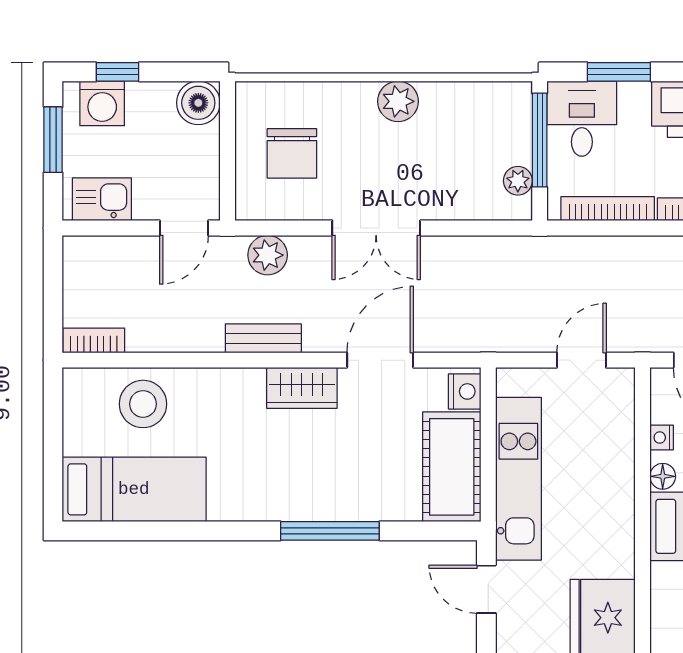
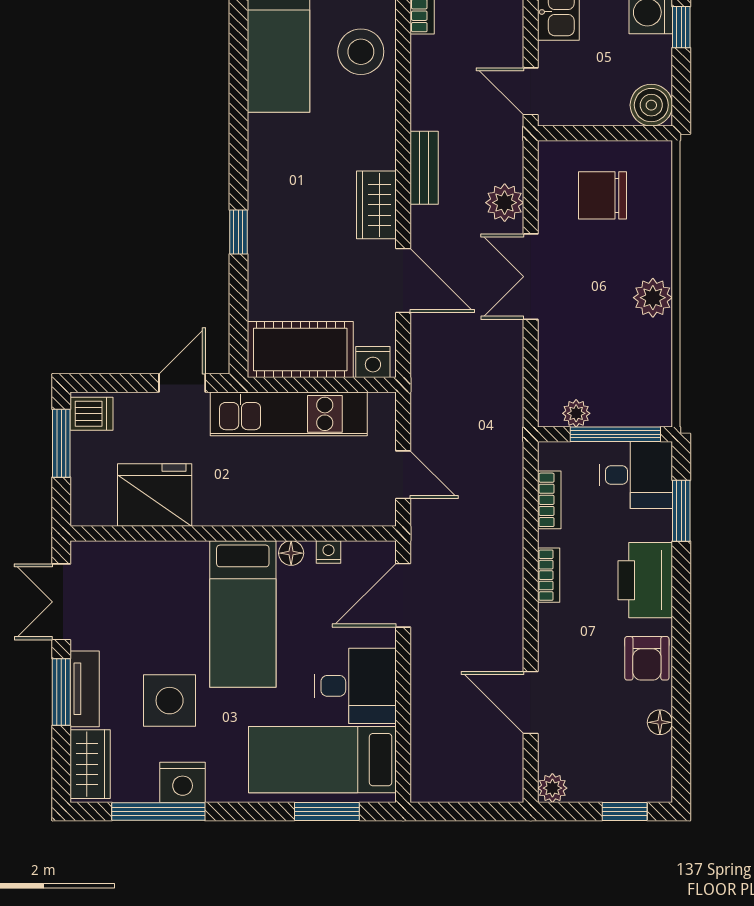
bookcase: (608, 209) -> (549, 500), width x0.64
plant: (268, 255) -> (505, 203), moved
window: (330, 531) -> (238, 232), width x0.46

